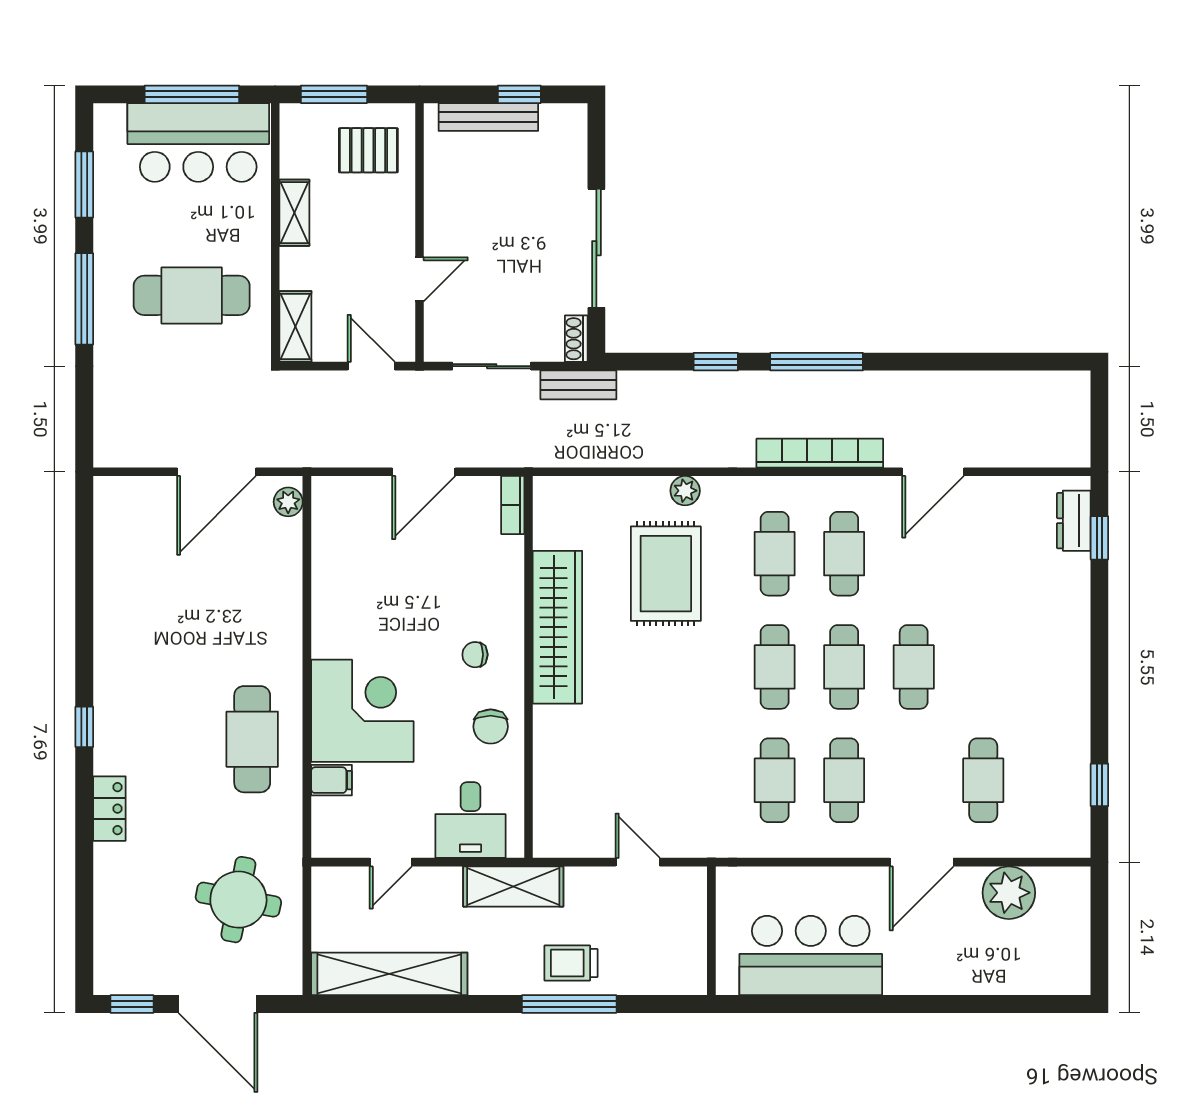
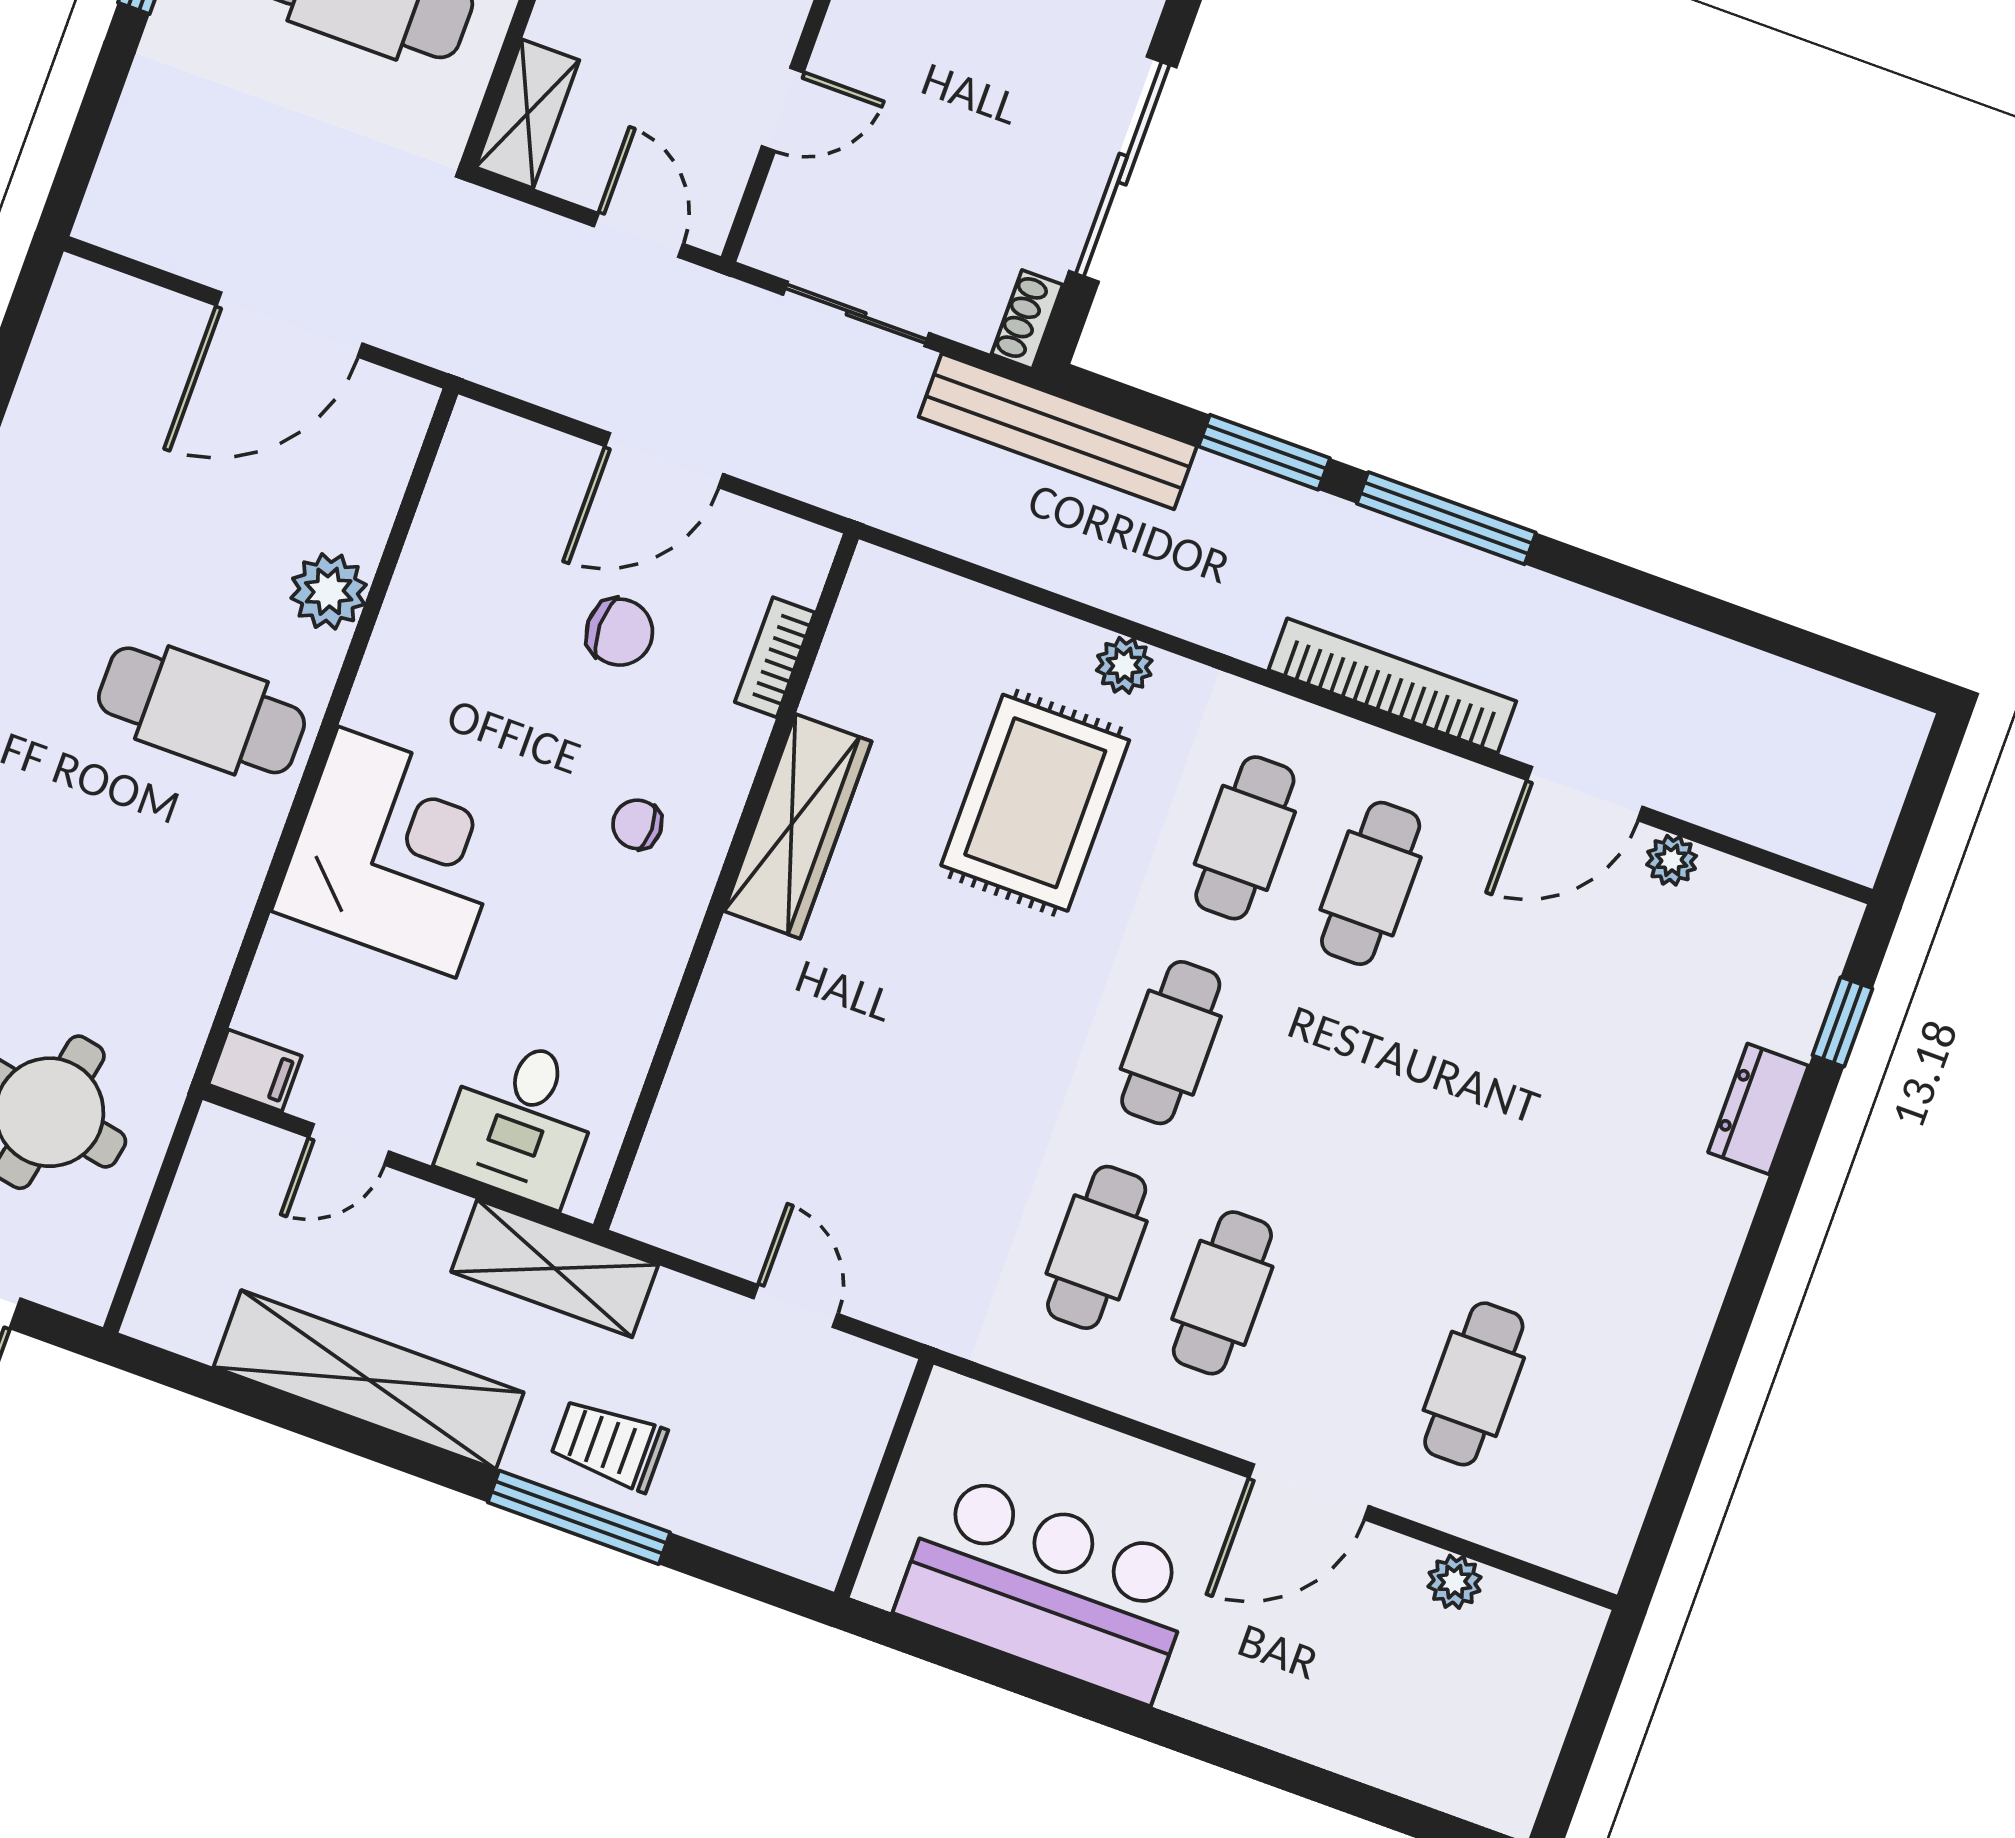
window: (716, 362) -> (1264, 452), width x1.50
bench: (578, 385) -> (1058, 431), width x1.86, depth x1.21
plant: (987, 489) -> (1672, 860), added
plant: (288, 502) -> (329, 591), moved, width x1.38, depth x1.38
bookcase: (513, 505) -> (775, 657), moved
dresser: (1074, 521) -> (1758, 1109), moved
wardrobe: (557, 627) -> (798, 826), width x0.71, depth x0.85
cafe table: (844, 667) -> (1296, 1088), removed
cafe table: (914, 667) -> (1422, 1134), removed
chair: (491, 727) -> (620, 632), moved, turned -90
cafe table: (252, 739) -> (201, 710), moved, turned 90
filing cabinet: (332, 780) -> (255, 1070), moved
window: (1099, 785) -> (1681, 1468), removed
plant: (1009, 893) -> (1455, 1582), width x0.53, depth x0.53
shelving: (389, 974) -> (369, 1380), moved

